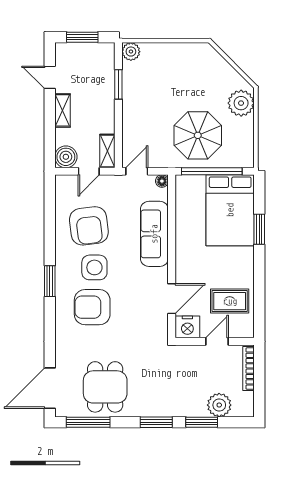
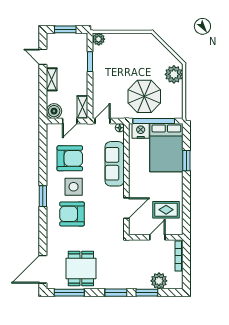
armchair: (89, 226) -> (70, 158), turned -83
nightstand: (187, 327) -> (141, 131), moved, turned 180

